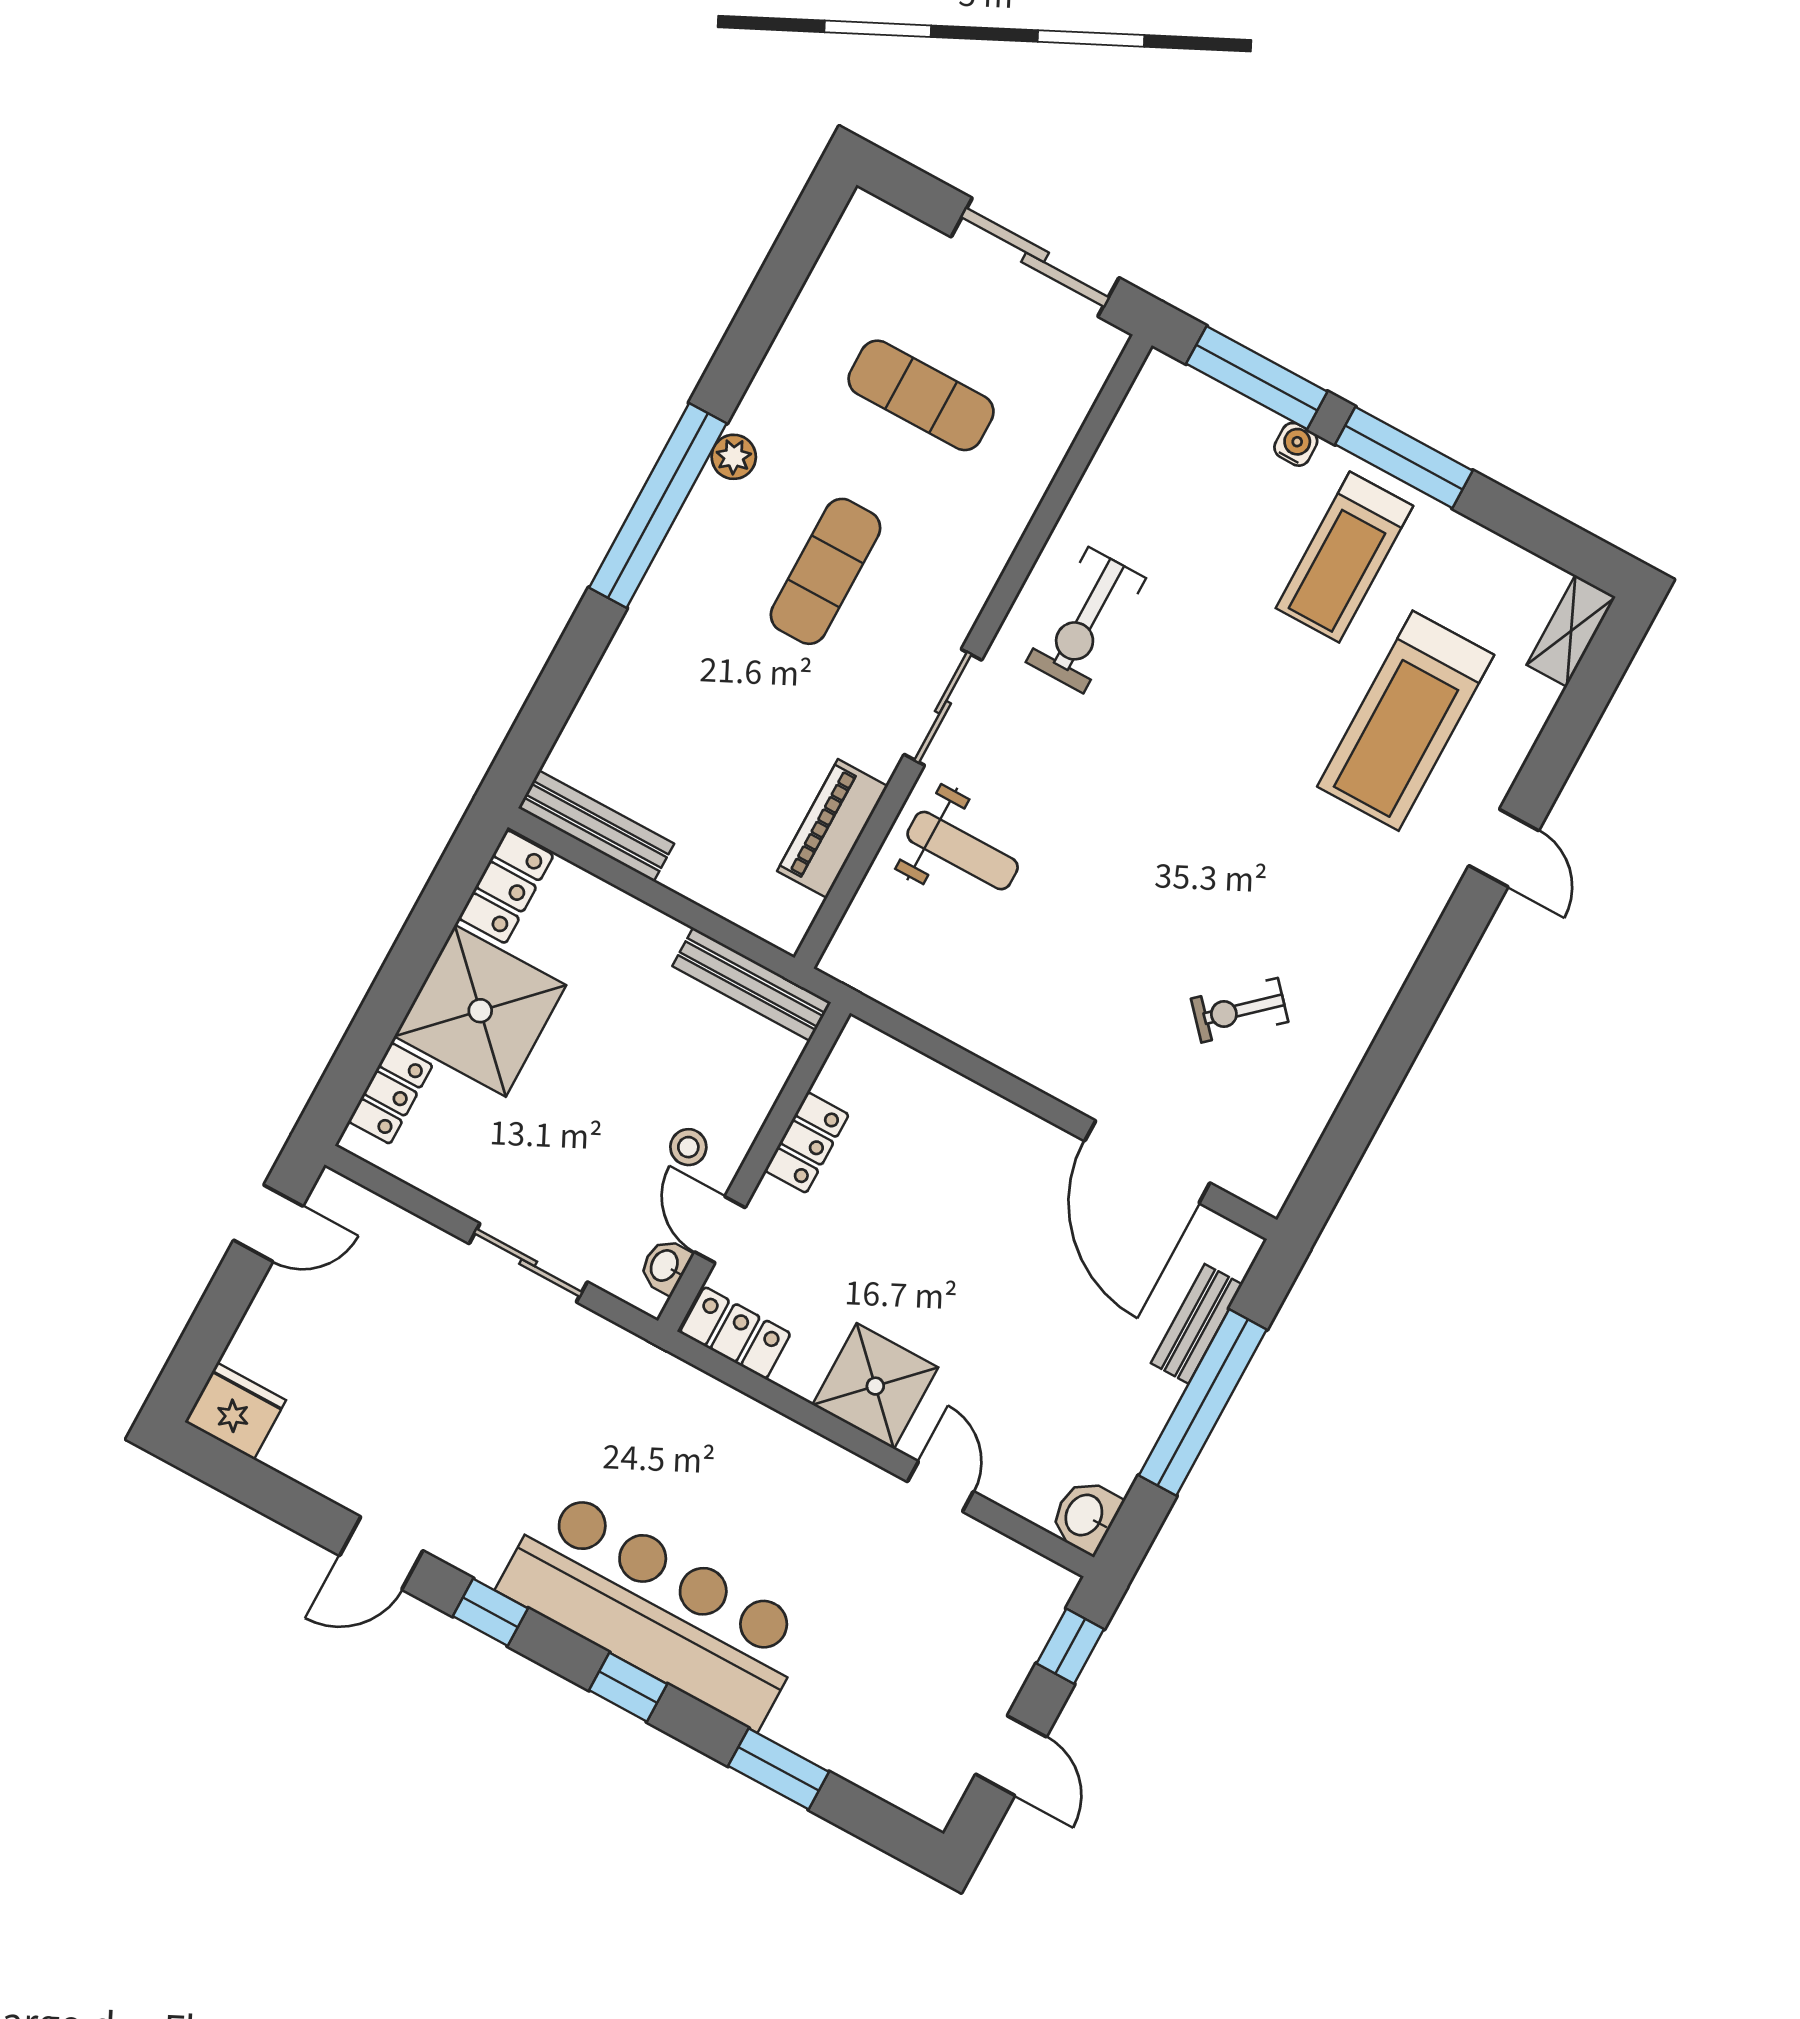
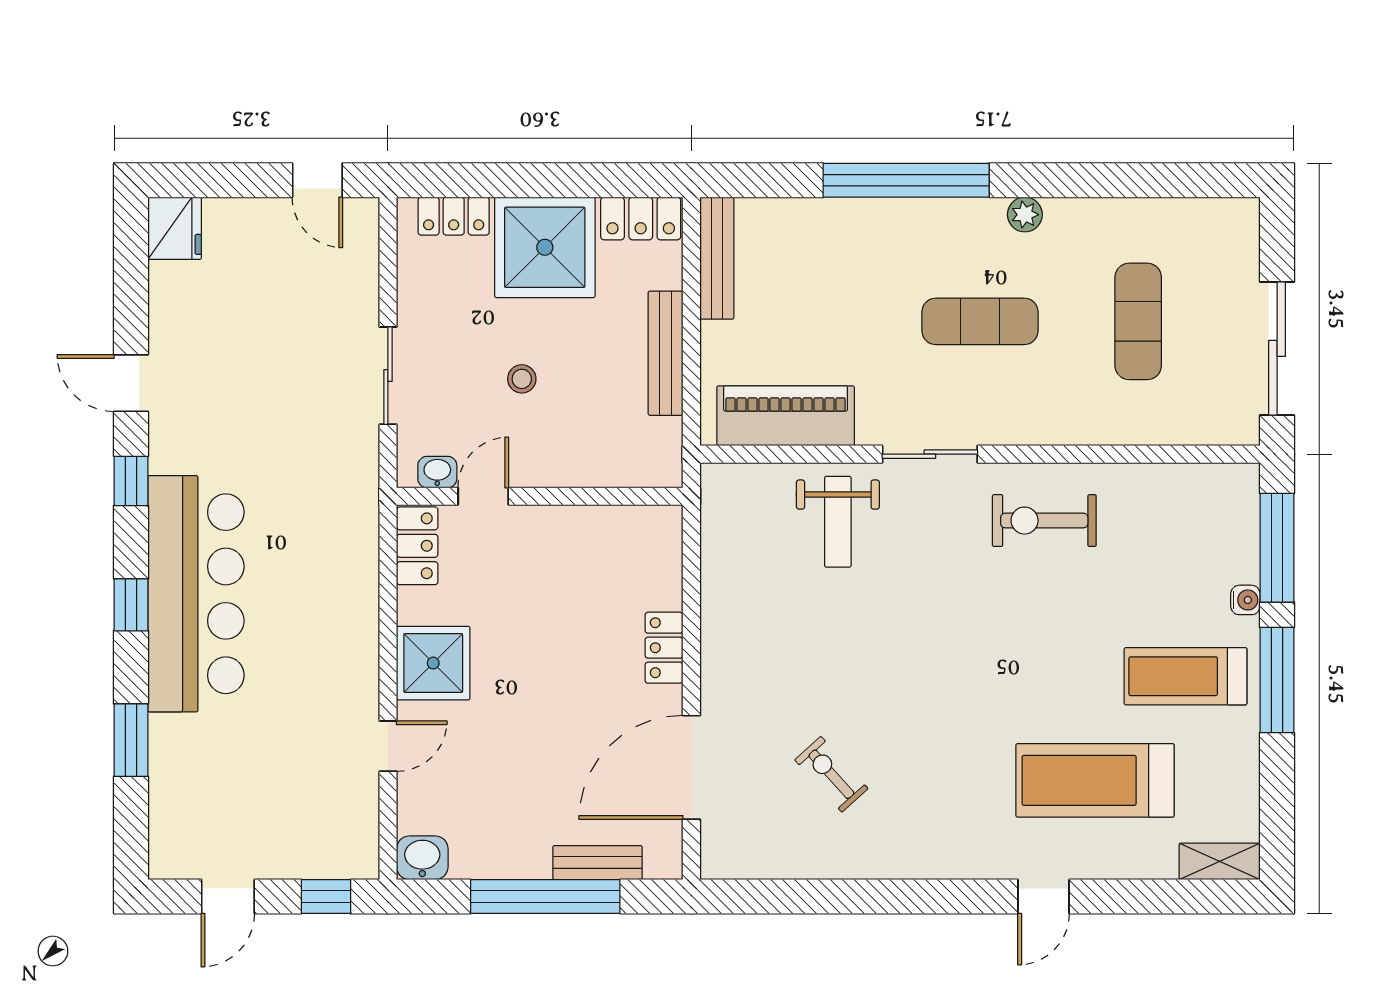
window: (658, 506) -> (906, 180), moved
piano: (832, 829) -> (786, 416), width x1.37, depth x1.33
bench: (752, 984) -> (666, 353), moved
locker: (807, 1143) -> (664, 648), moved, turned 90
stool: (688, 1147) -> (522, 379), moved

